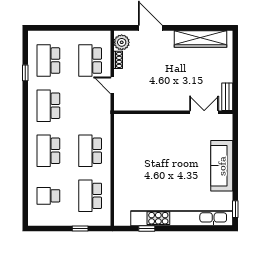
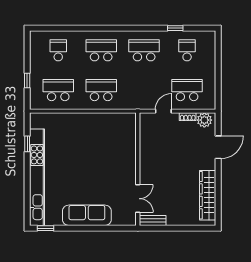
school desk: (48, 61) -> (187, 50), width x0.54

